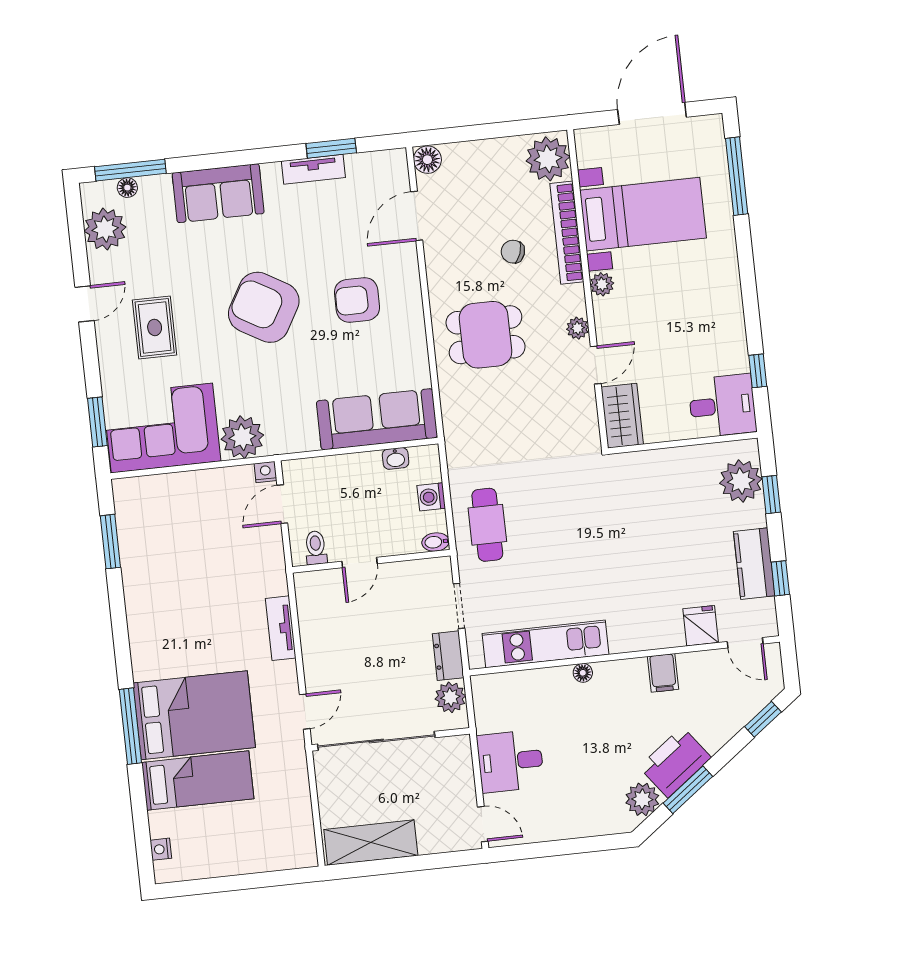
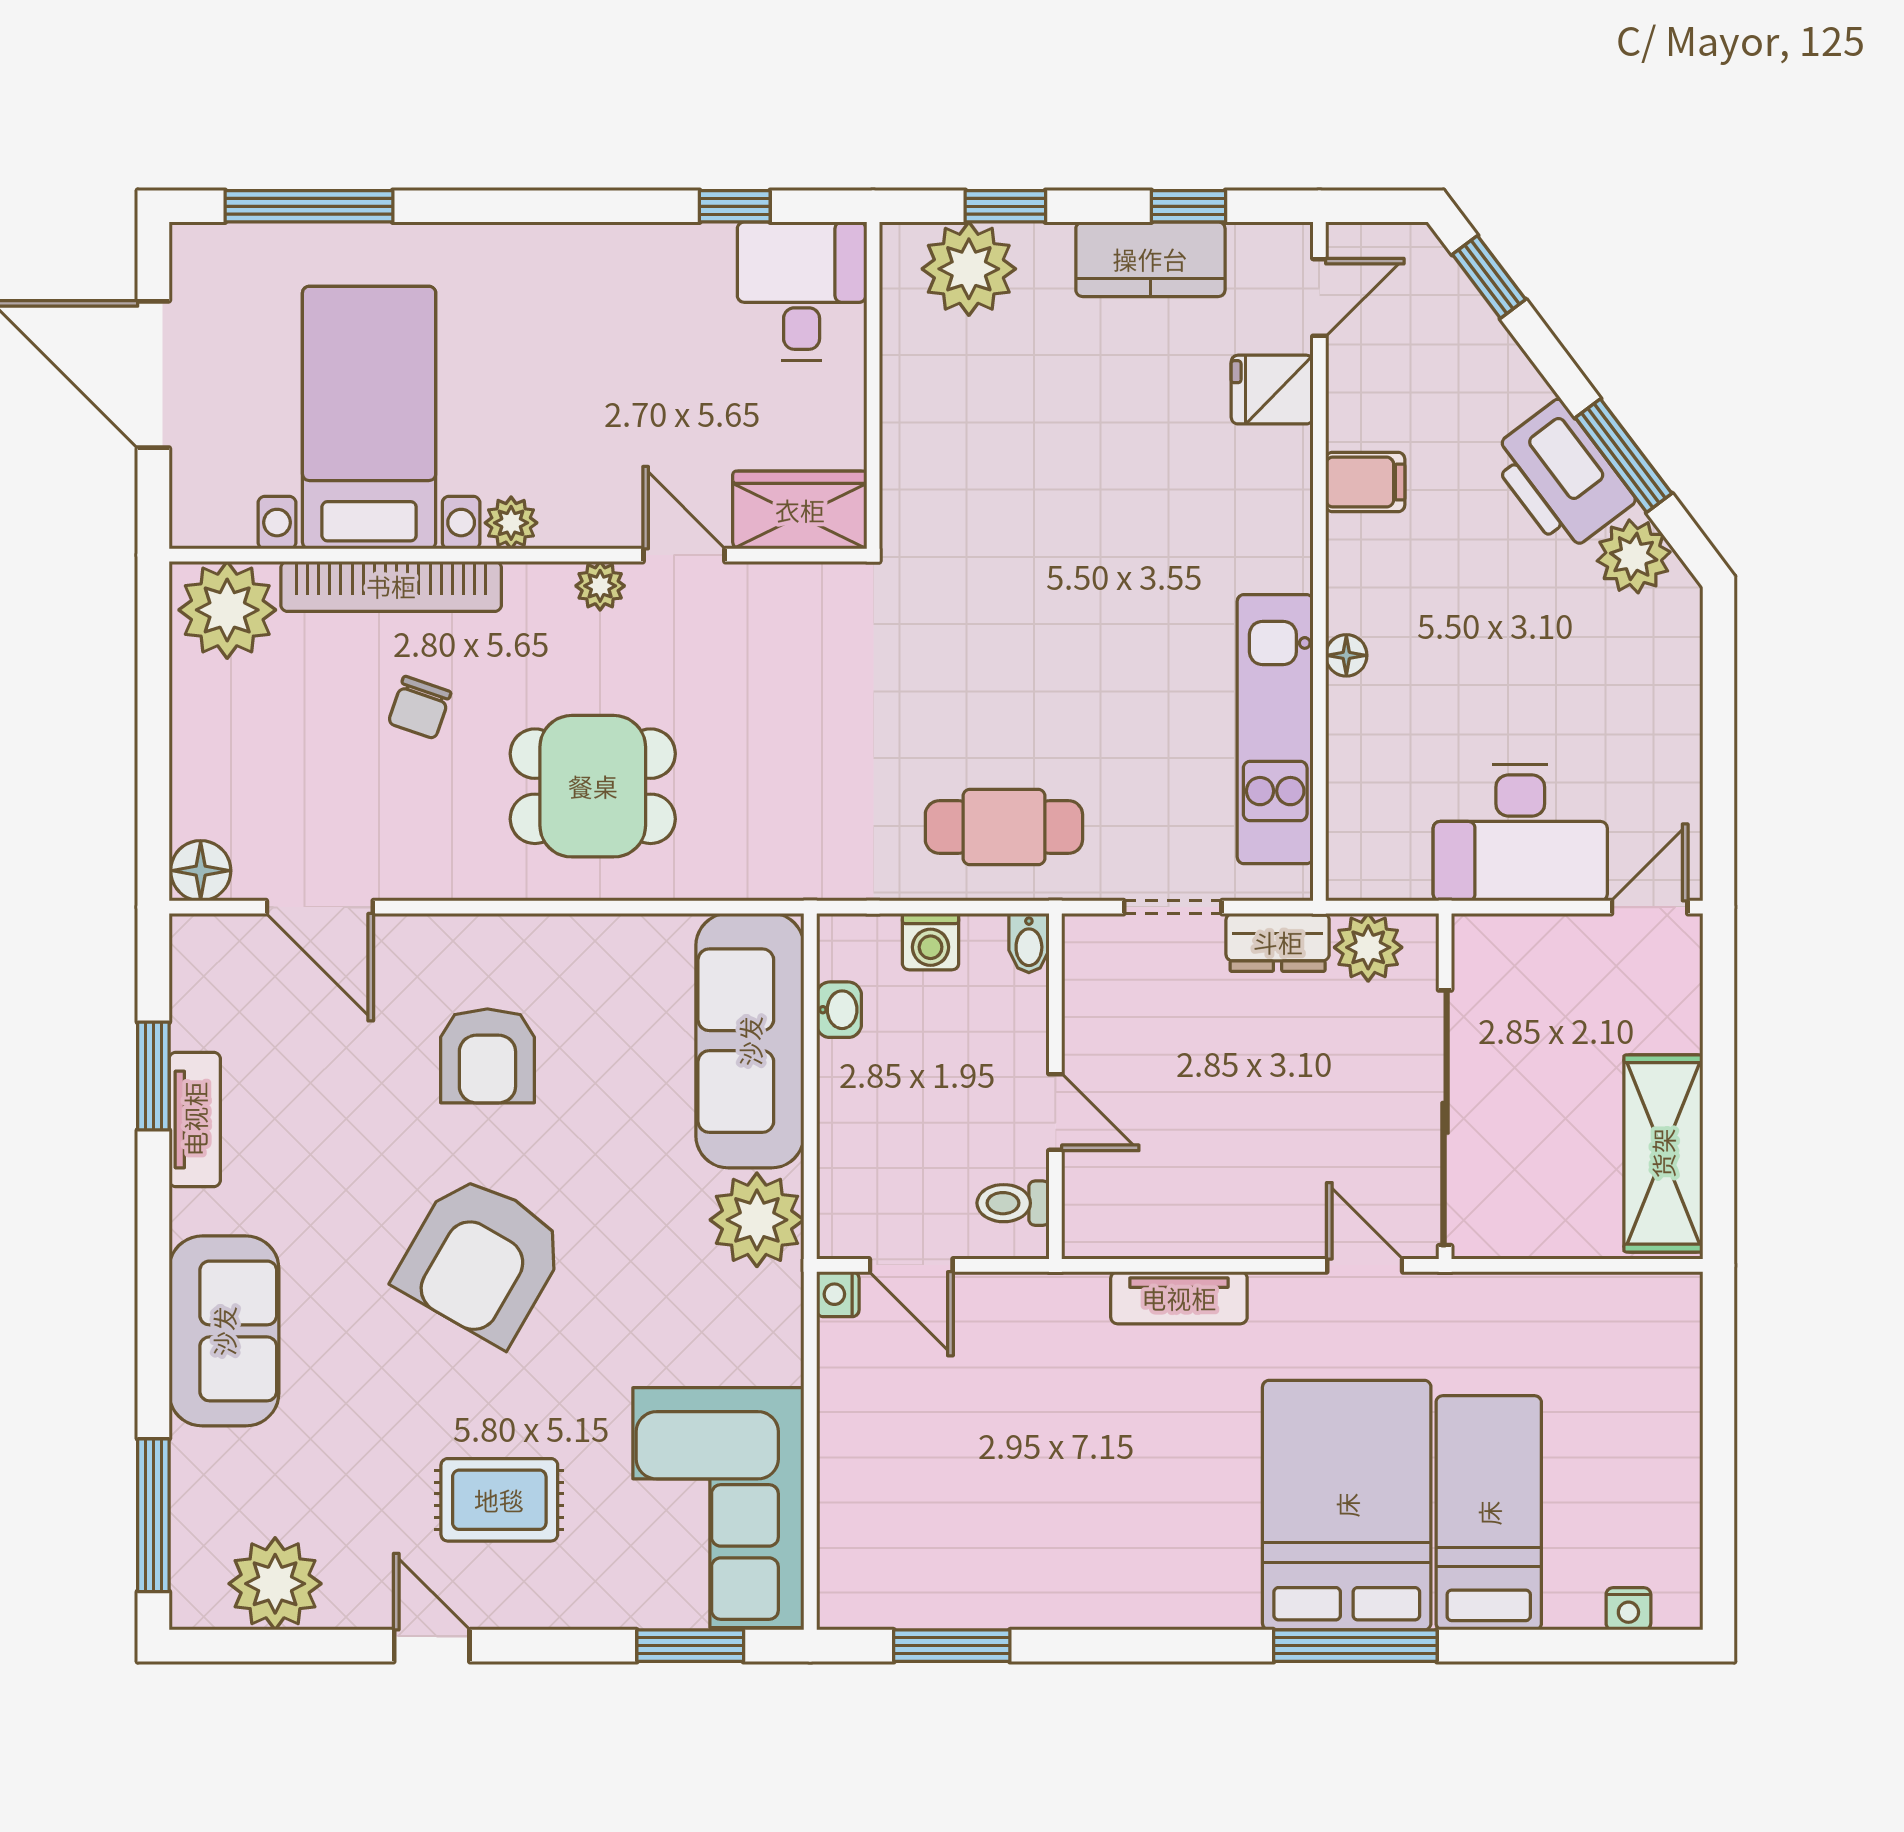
floor lamp: (127, 188) -> (191, 1526), removed
dining table: (486, 335) -> (593, 786), turned 90
plant: (242, 437) -> (757, 1220), moved
desk: (510, 761) -> (1520, 832), width x1.37

